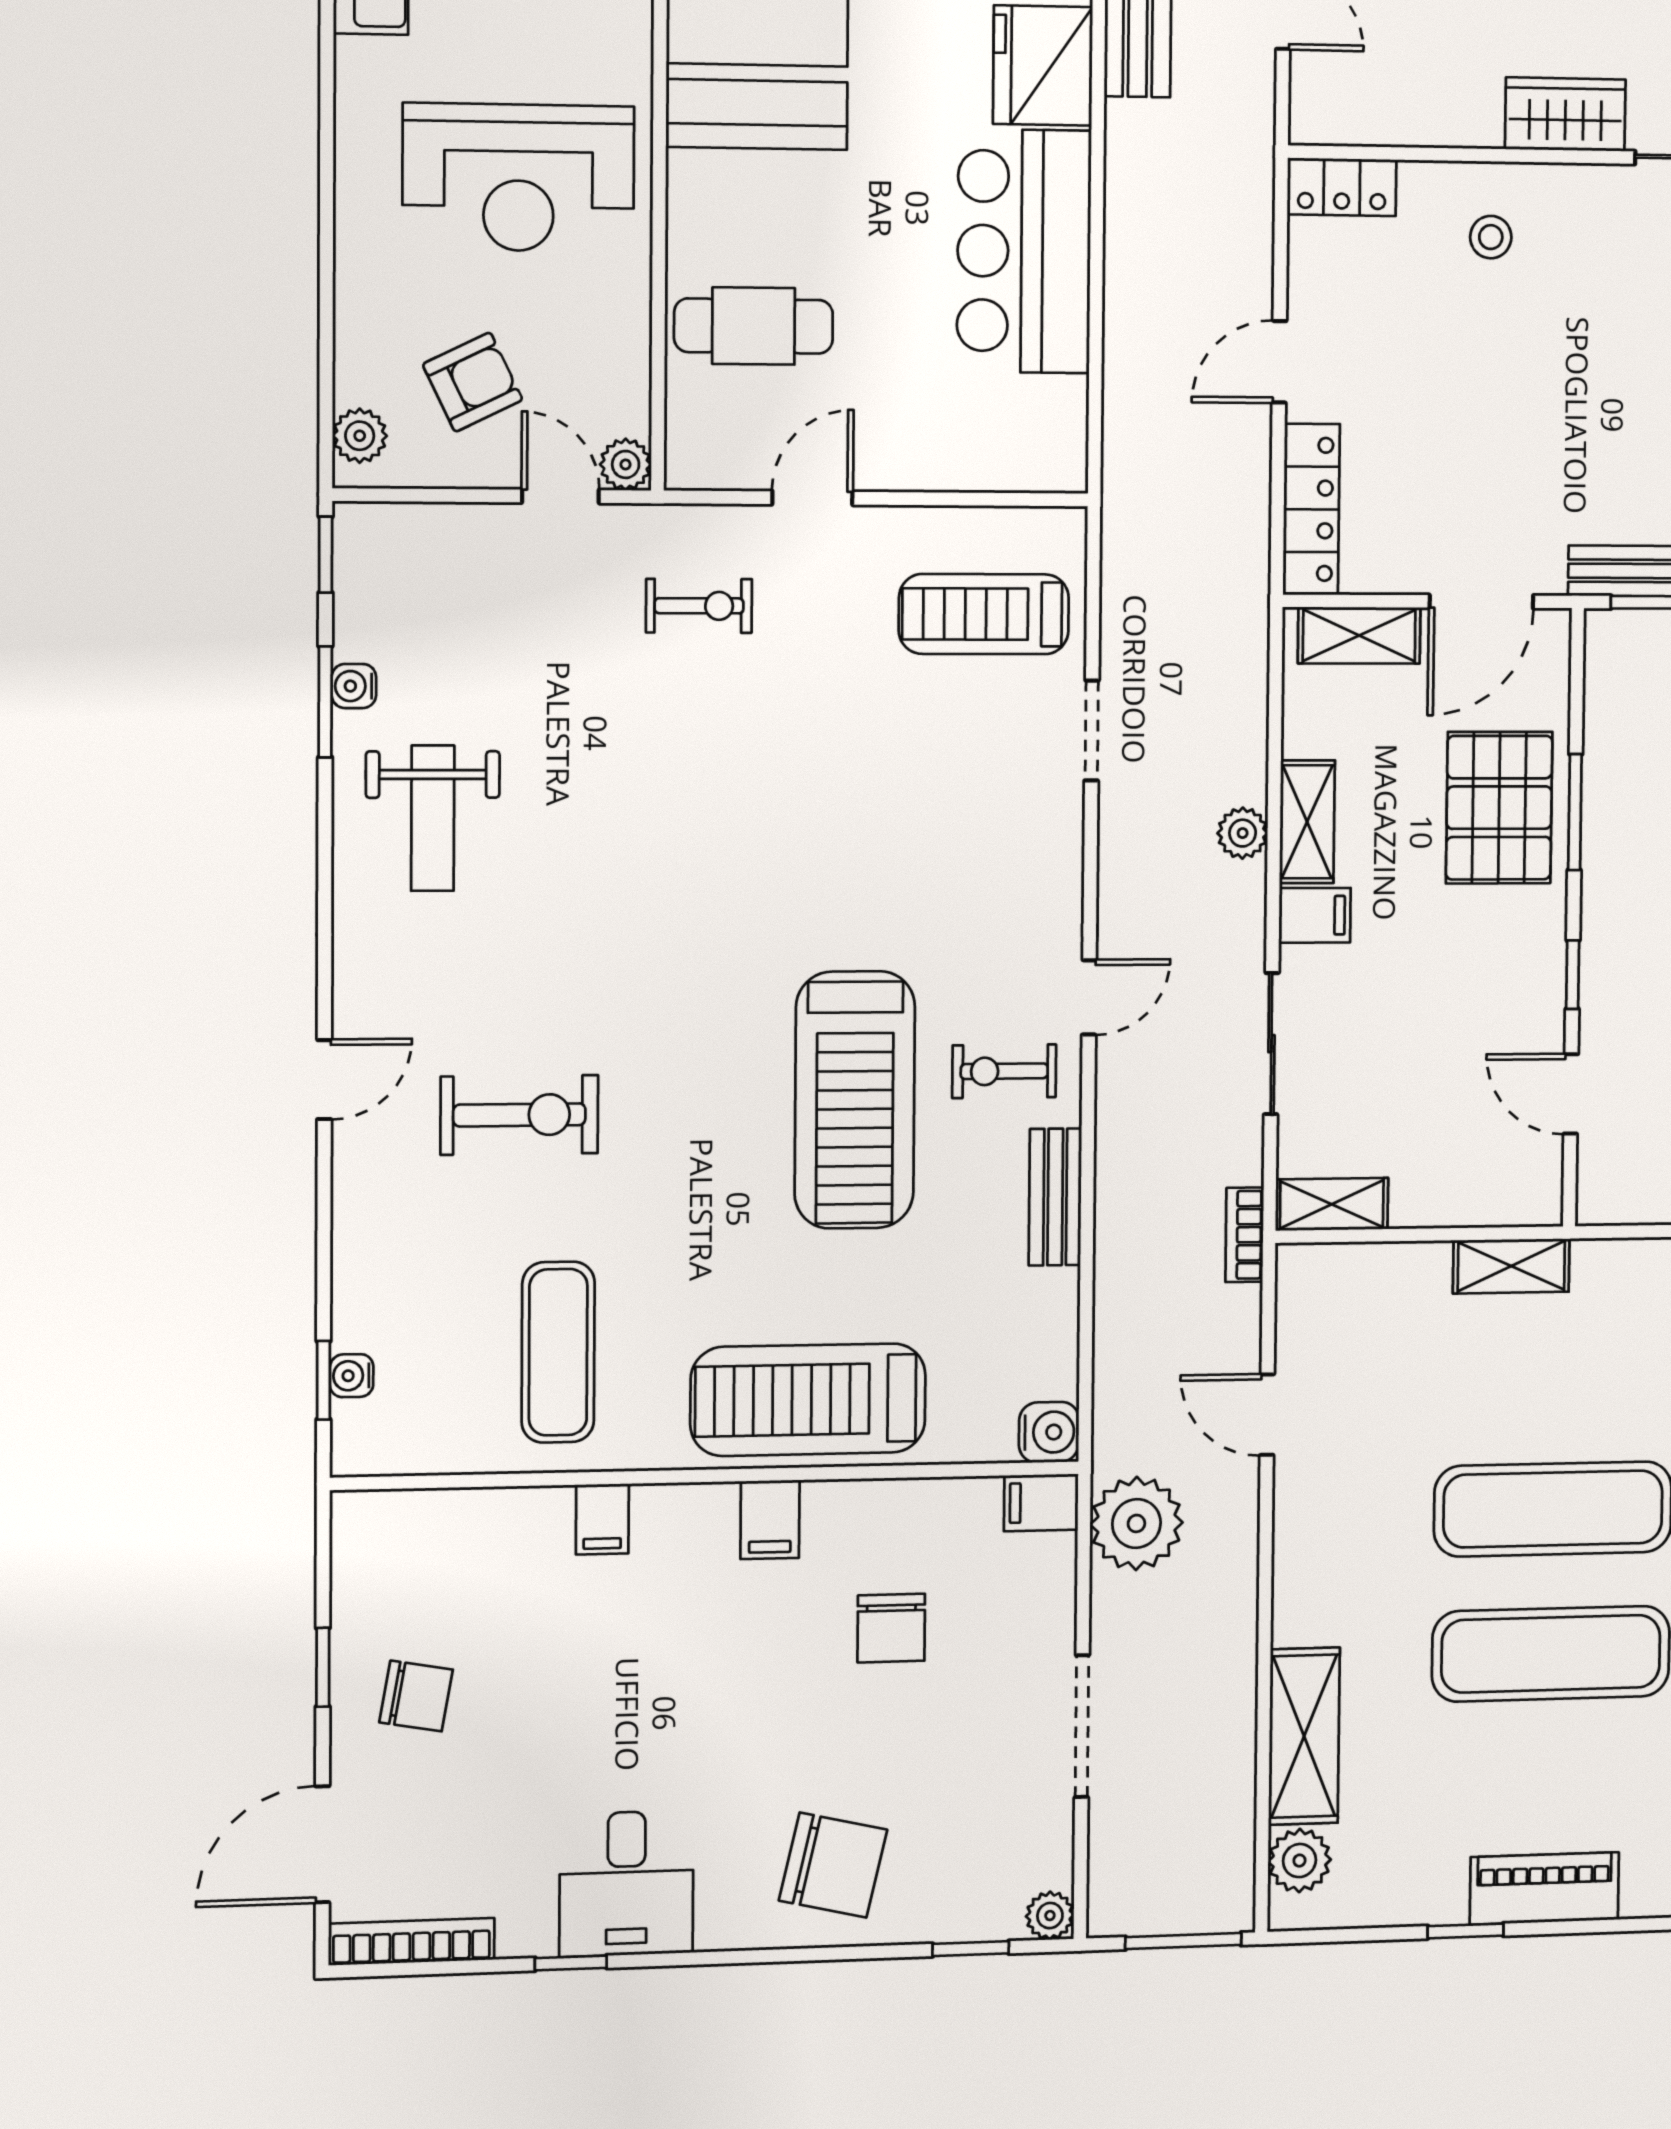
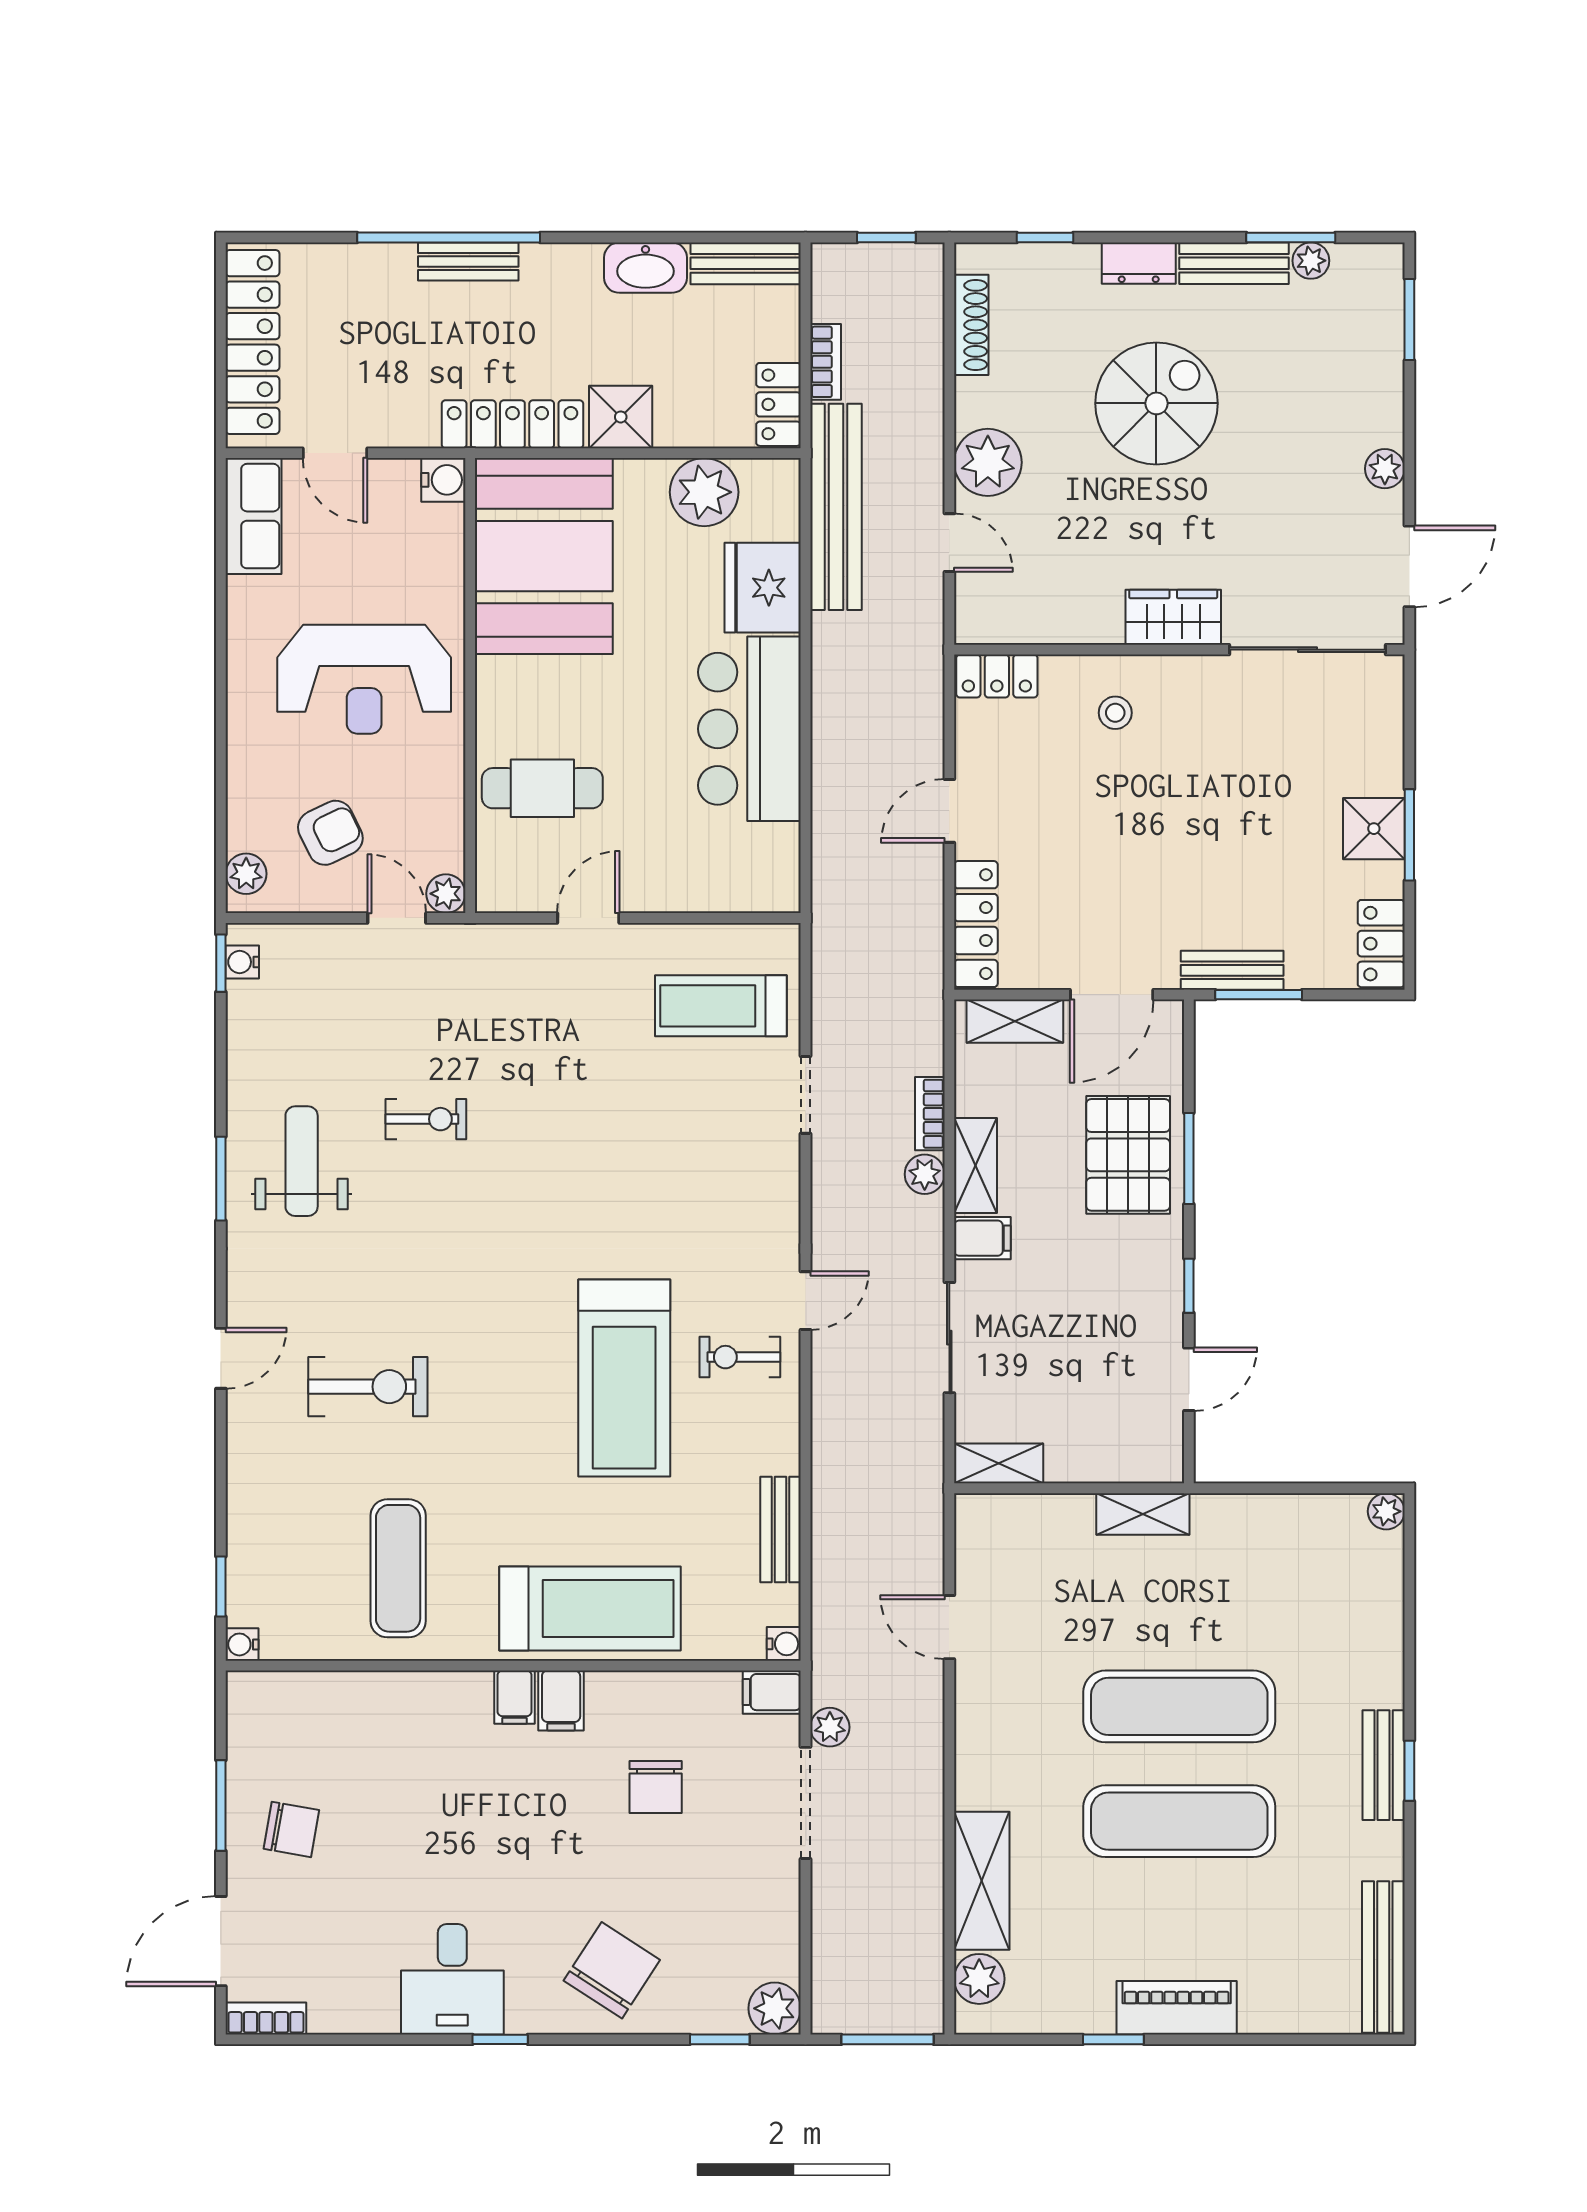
exercise bike: (699, 606) -> (426, 1119), moved
water cooler: (354, 686) -> (242, 962), moved
window: (325, 702) -> (221, 1179), moved
weight bench: (433, 818) -> (302, 1161), turned 180
door: (1571, 1094) -> (1189, 1379), swing flipped
bench: (1055, 1197) -> (781, 1530), moved
bookcase: (1245, 1235) -> (930, 1114), moved
water cooler: (352, 1376) -> (242, 1644), moved
treadmill: (808, 1400) -> (590, 1608), turned 180
water cooler: (1049, 1432) -> (784, 1644), width x0.72, depth x0.72
filing cabinet: (602, 1519) -> (515, 1697), moved
plant: (1136, 1523) -> (830, 1727), width x0.53, depth x0.53
window: (323, 1667) -> (221, 1805), width x1.50
doorway: (1082, 1726) -> (806, 1803), moved
chair: (833, 1865) -> (612, 1970), turned -70
plant: (1050, 1916) -> (775, 2008), width x1.38, depth x1.38
bookcase: (412, 1942) -> (266, 2018), width x0.64
window: (571, 1963) -> (500, 2039), moved

